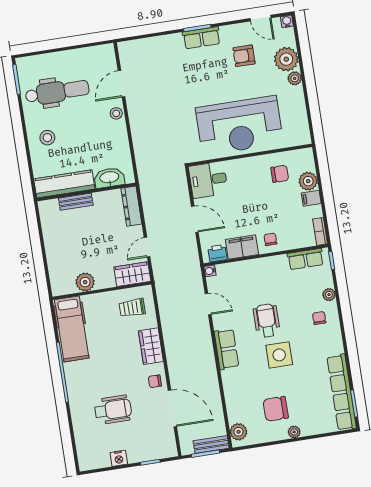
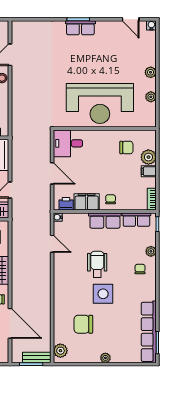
armchair: (244, 56) -> (112, 48), removed
plant: (286, 59) -> (151, 97), moved, width x0.53, depth x0.53
row of seats: (226, 349) -> (105, 221), moved, turned 90
chair: (276, 409) -> (83, 324), moved

